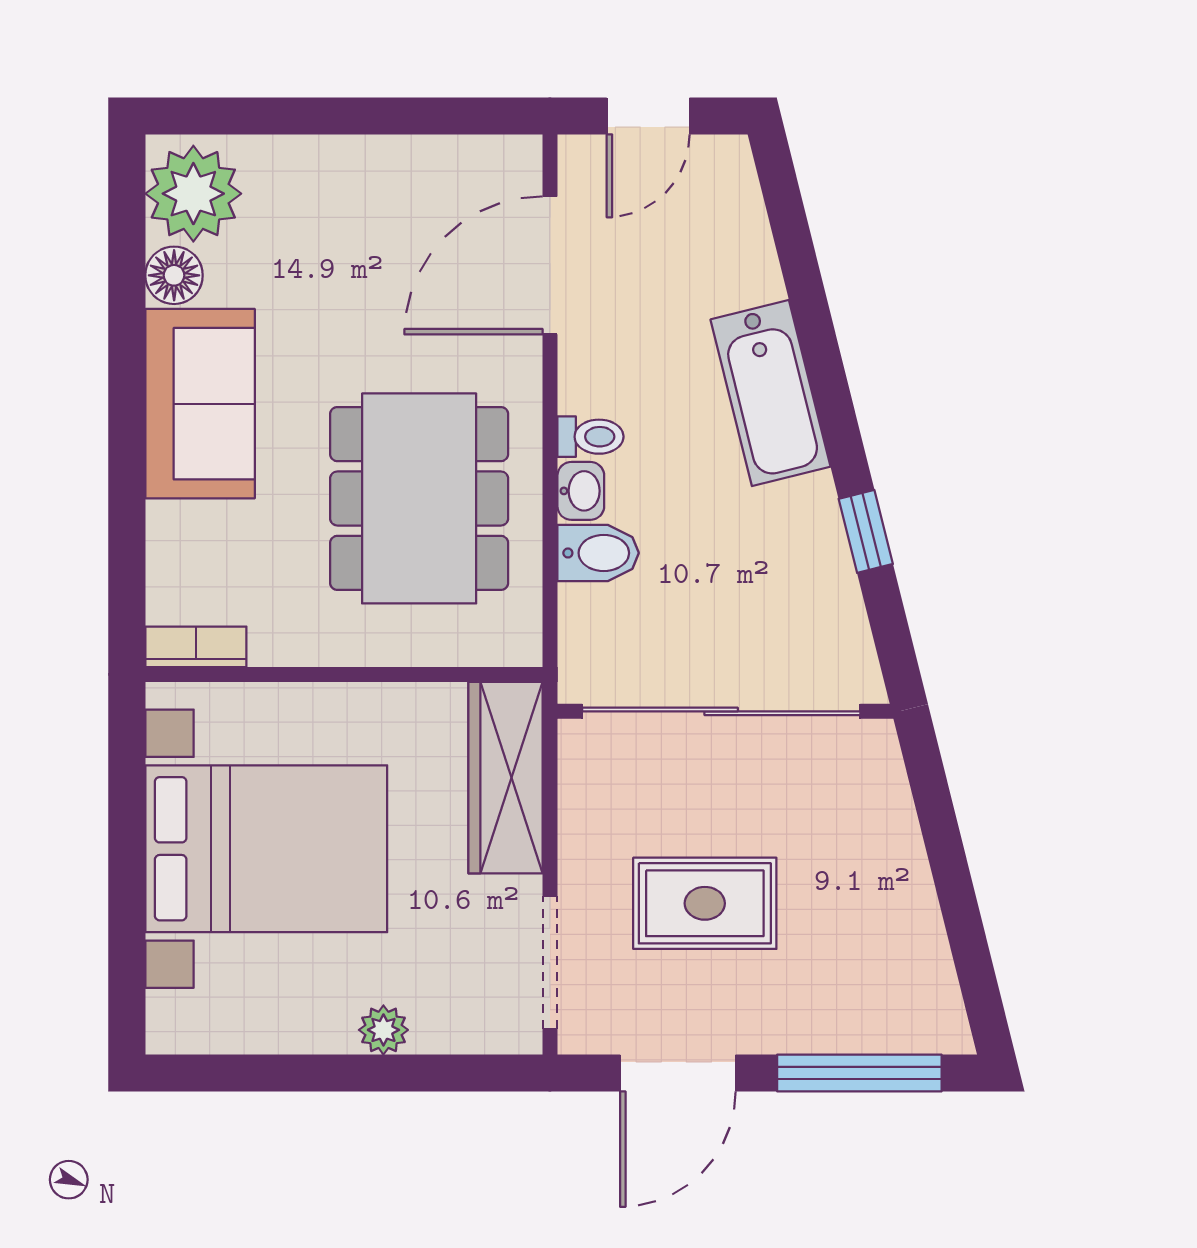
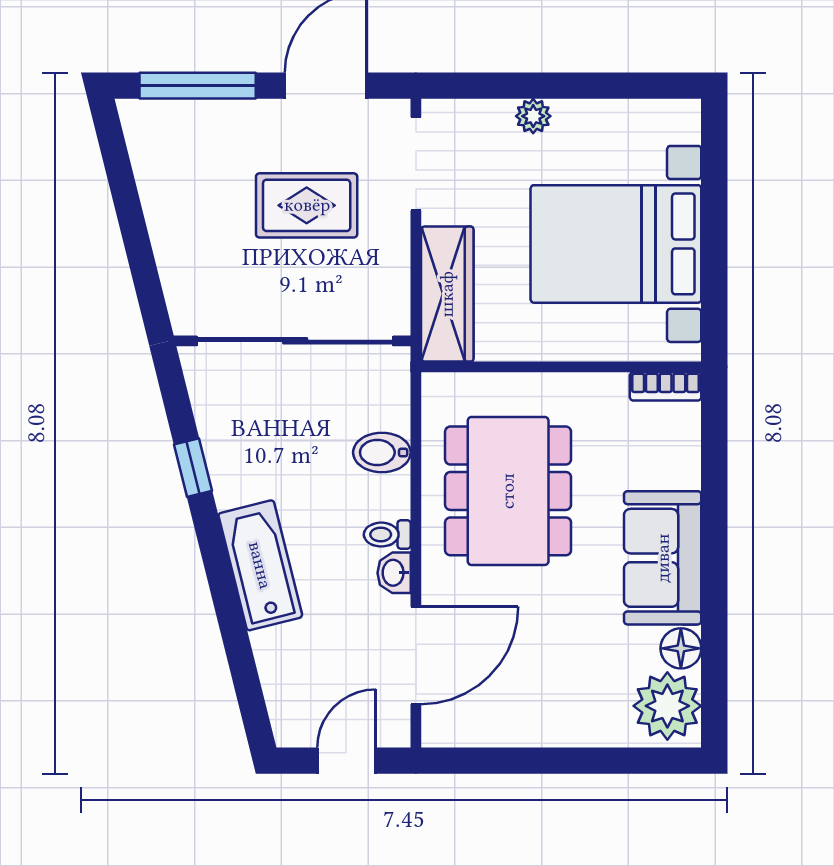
washbasin: (581, 491) -> (394, 573), moved

